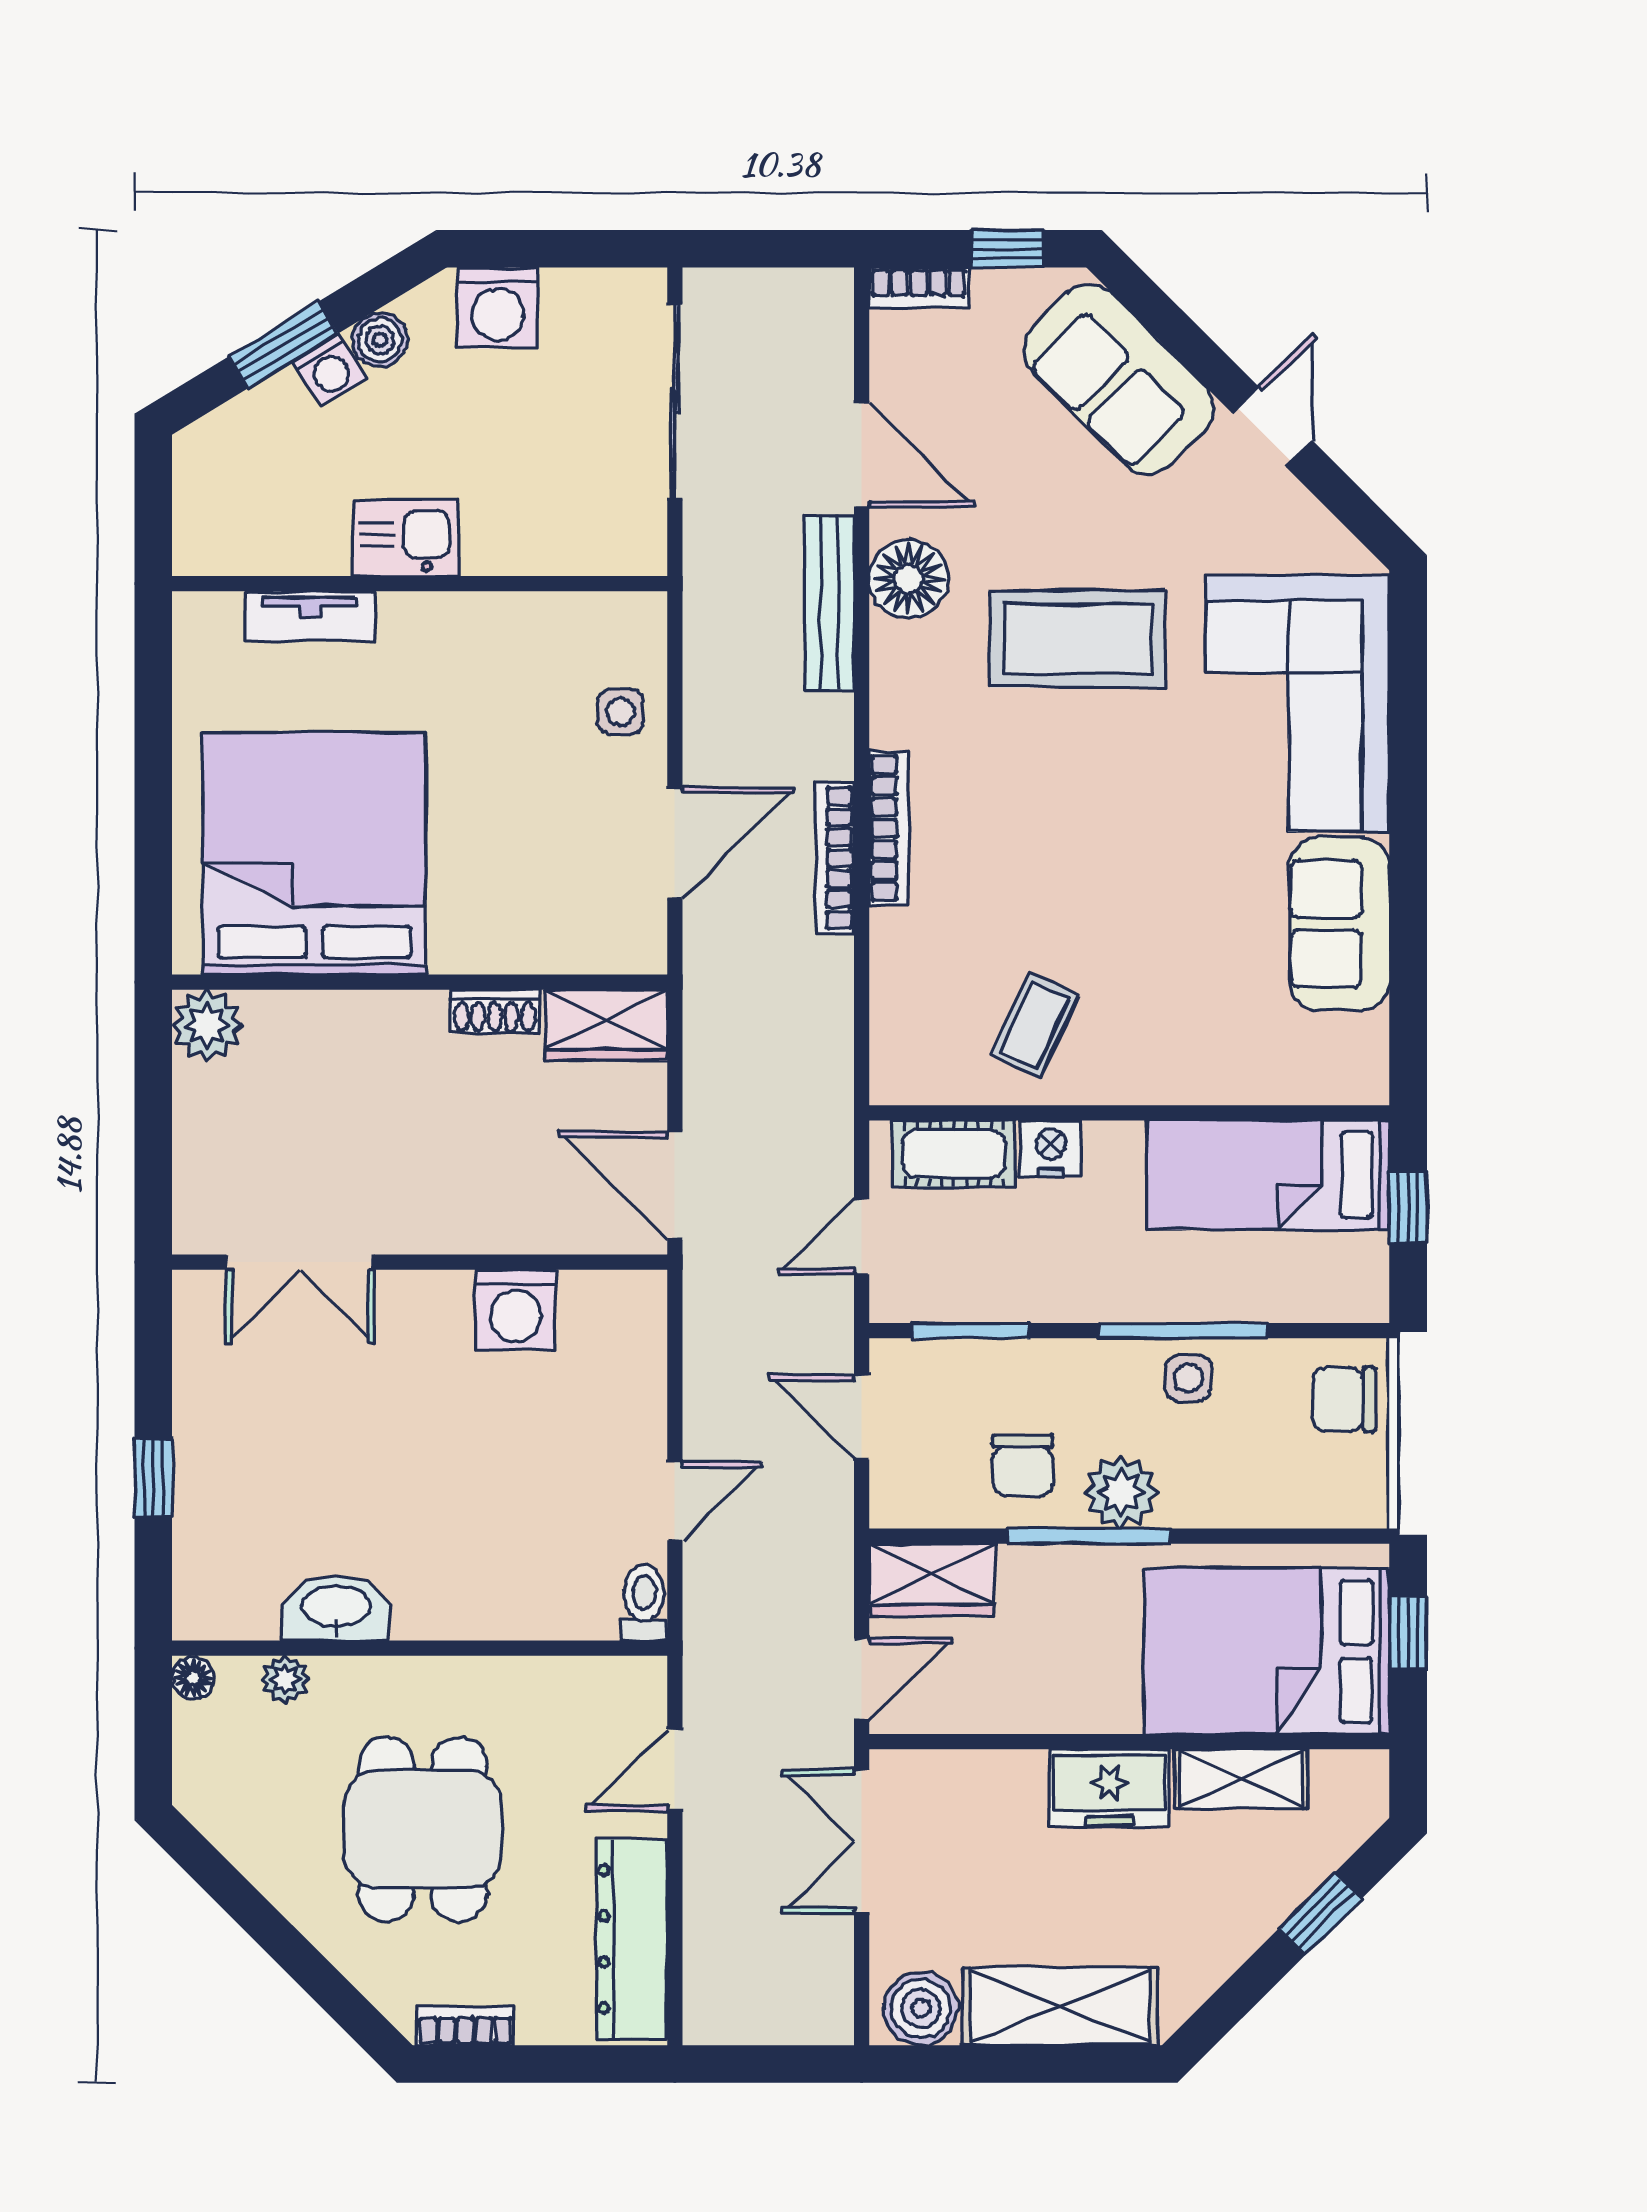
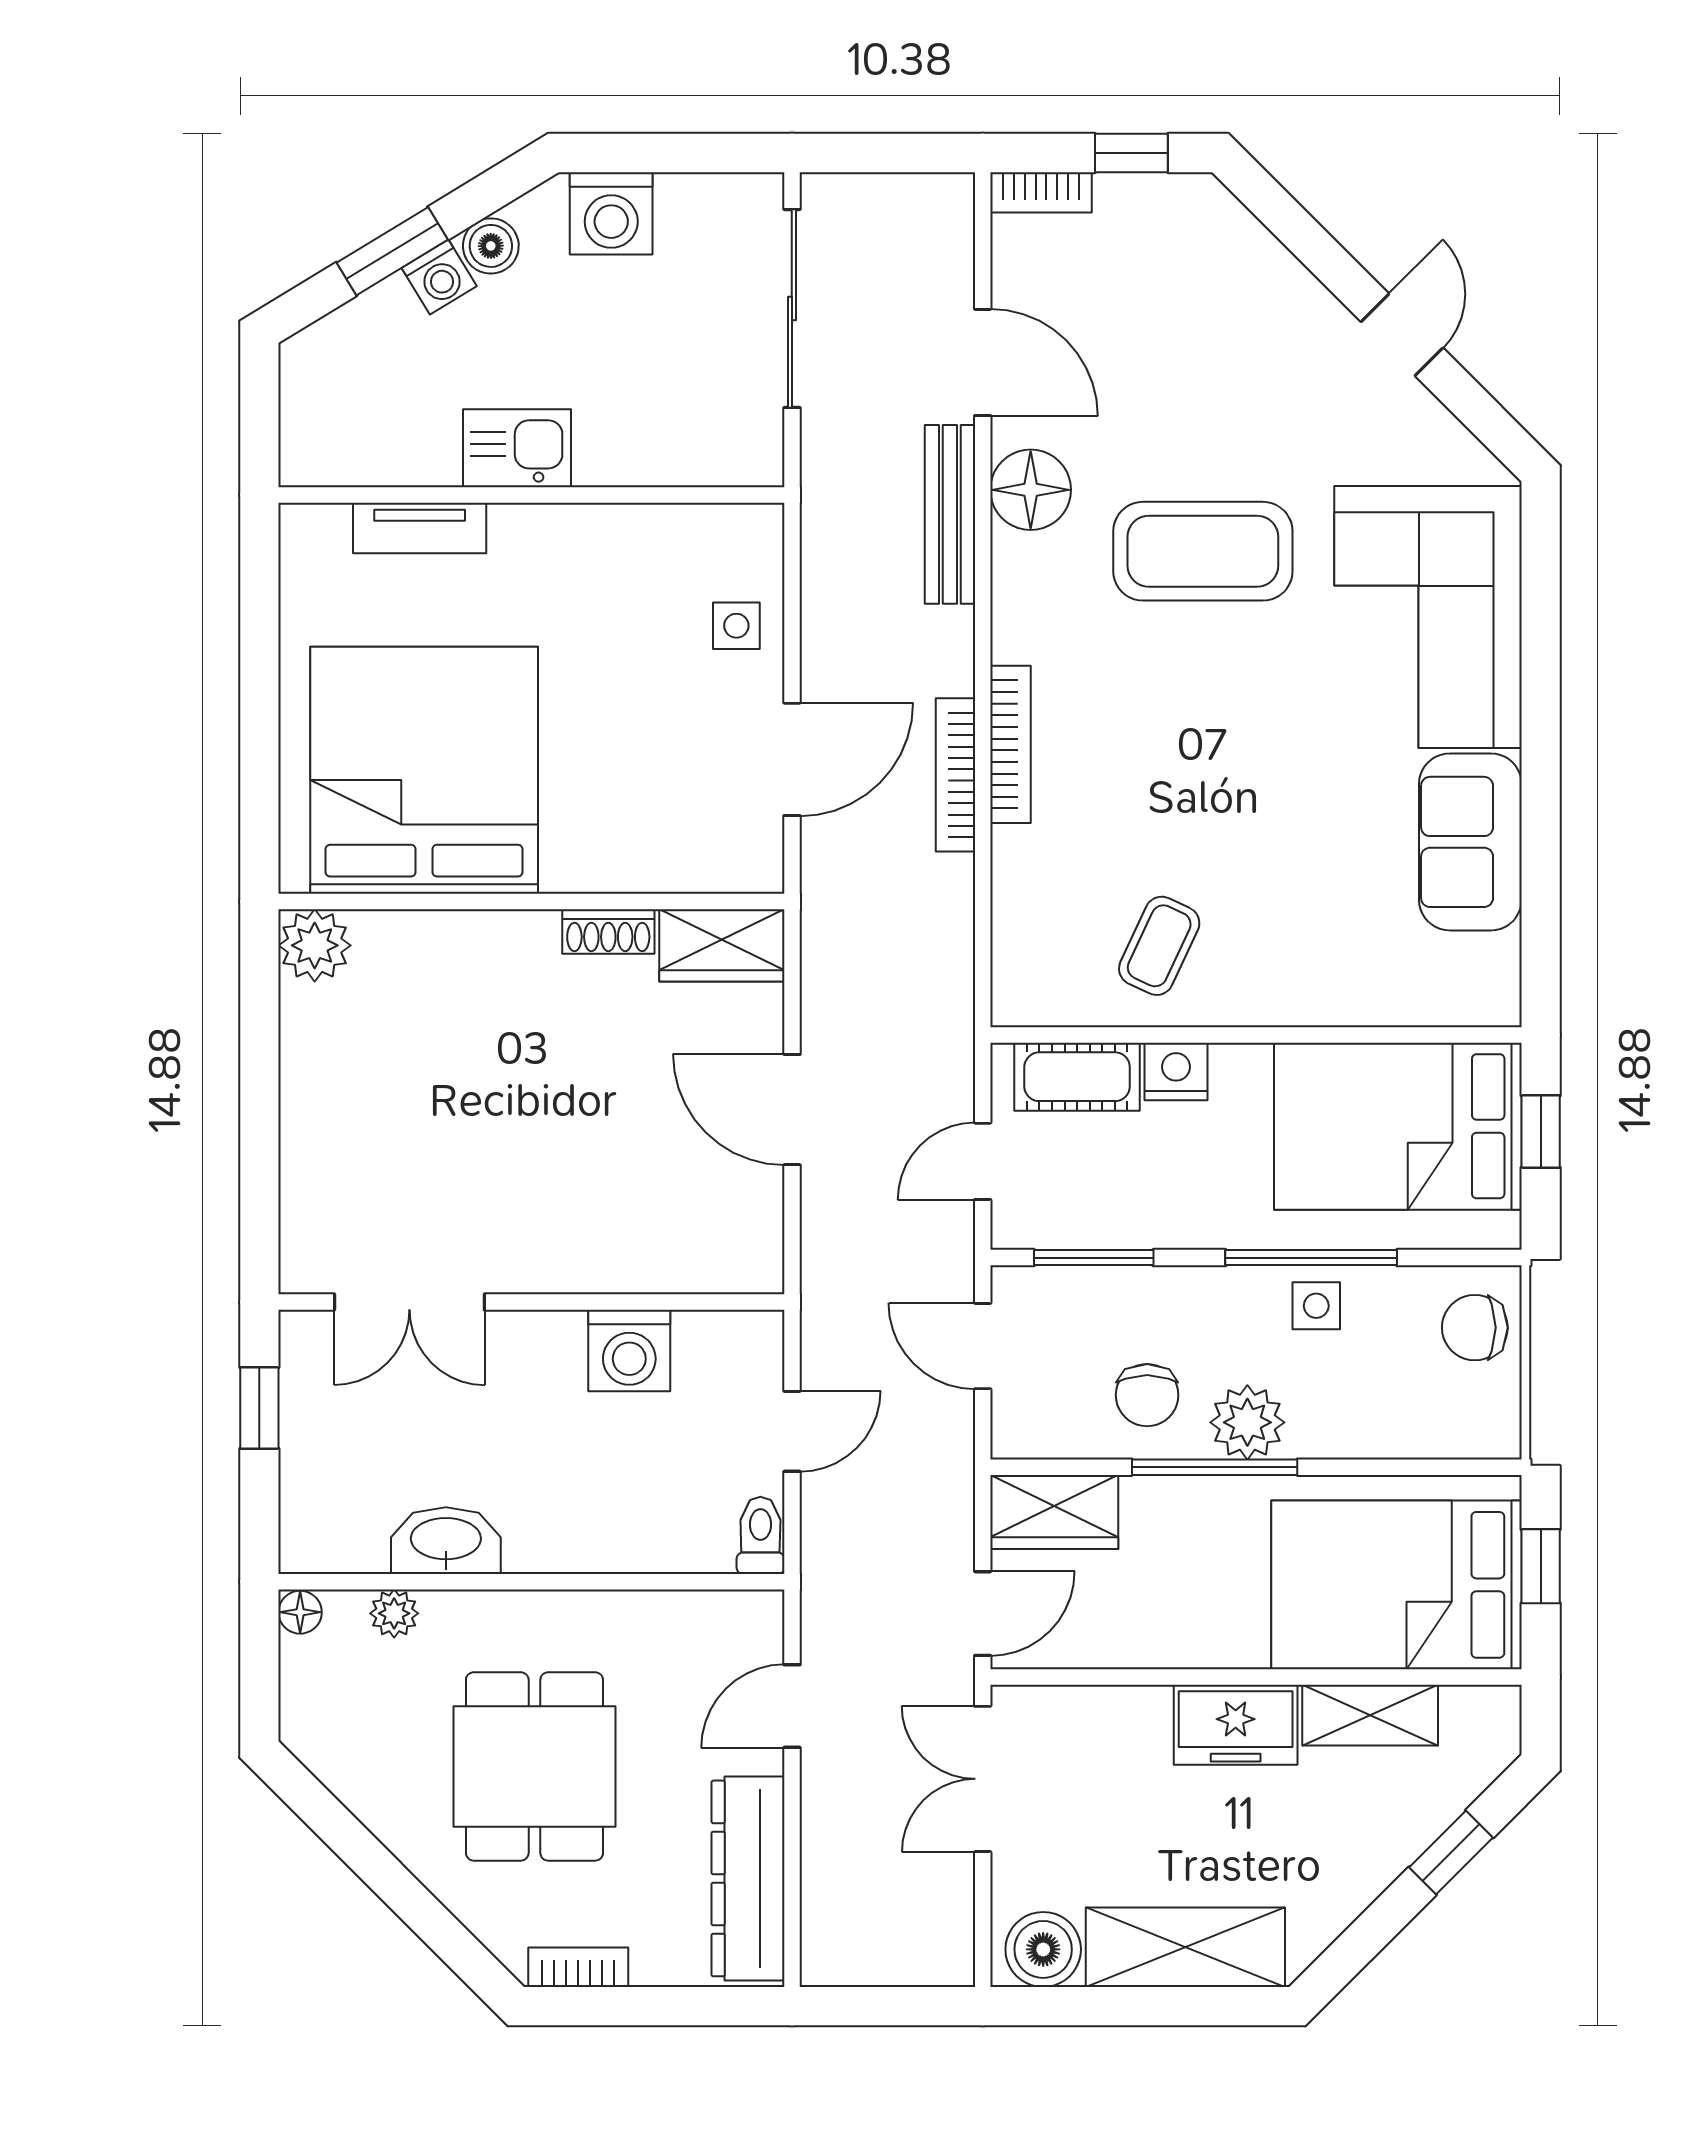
sofa: (1119, 379) -> (1245, 286), removed
bed: (1268, 1175) -> (1398, 1126), width x1.50
double door: (300, 1262) -> (409, 1302), moved
wall: (420, 1262) -> (531, 1302), moved
washing machine: (516, 1310) -> (629, 1351), moved

